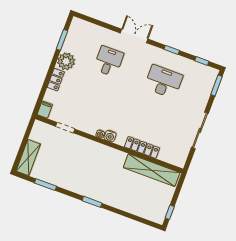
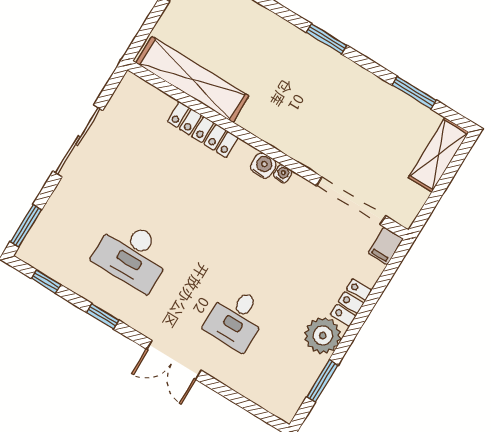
doorway: (65, 128) -> (351, 201), width x1.88

